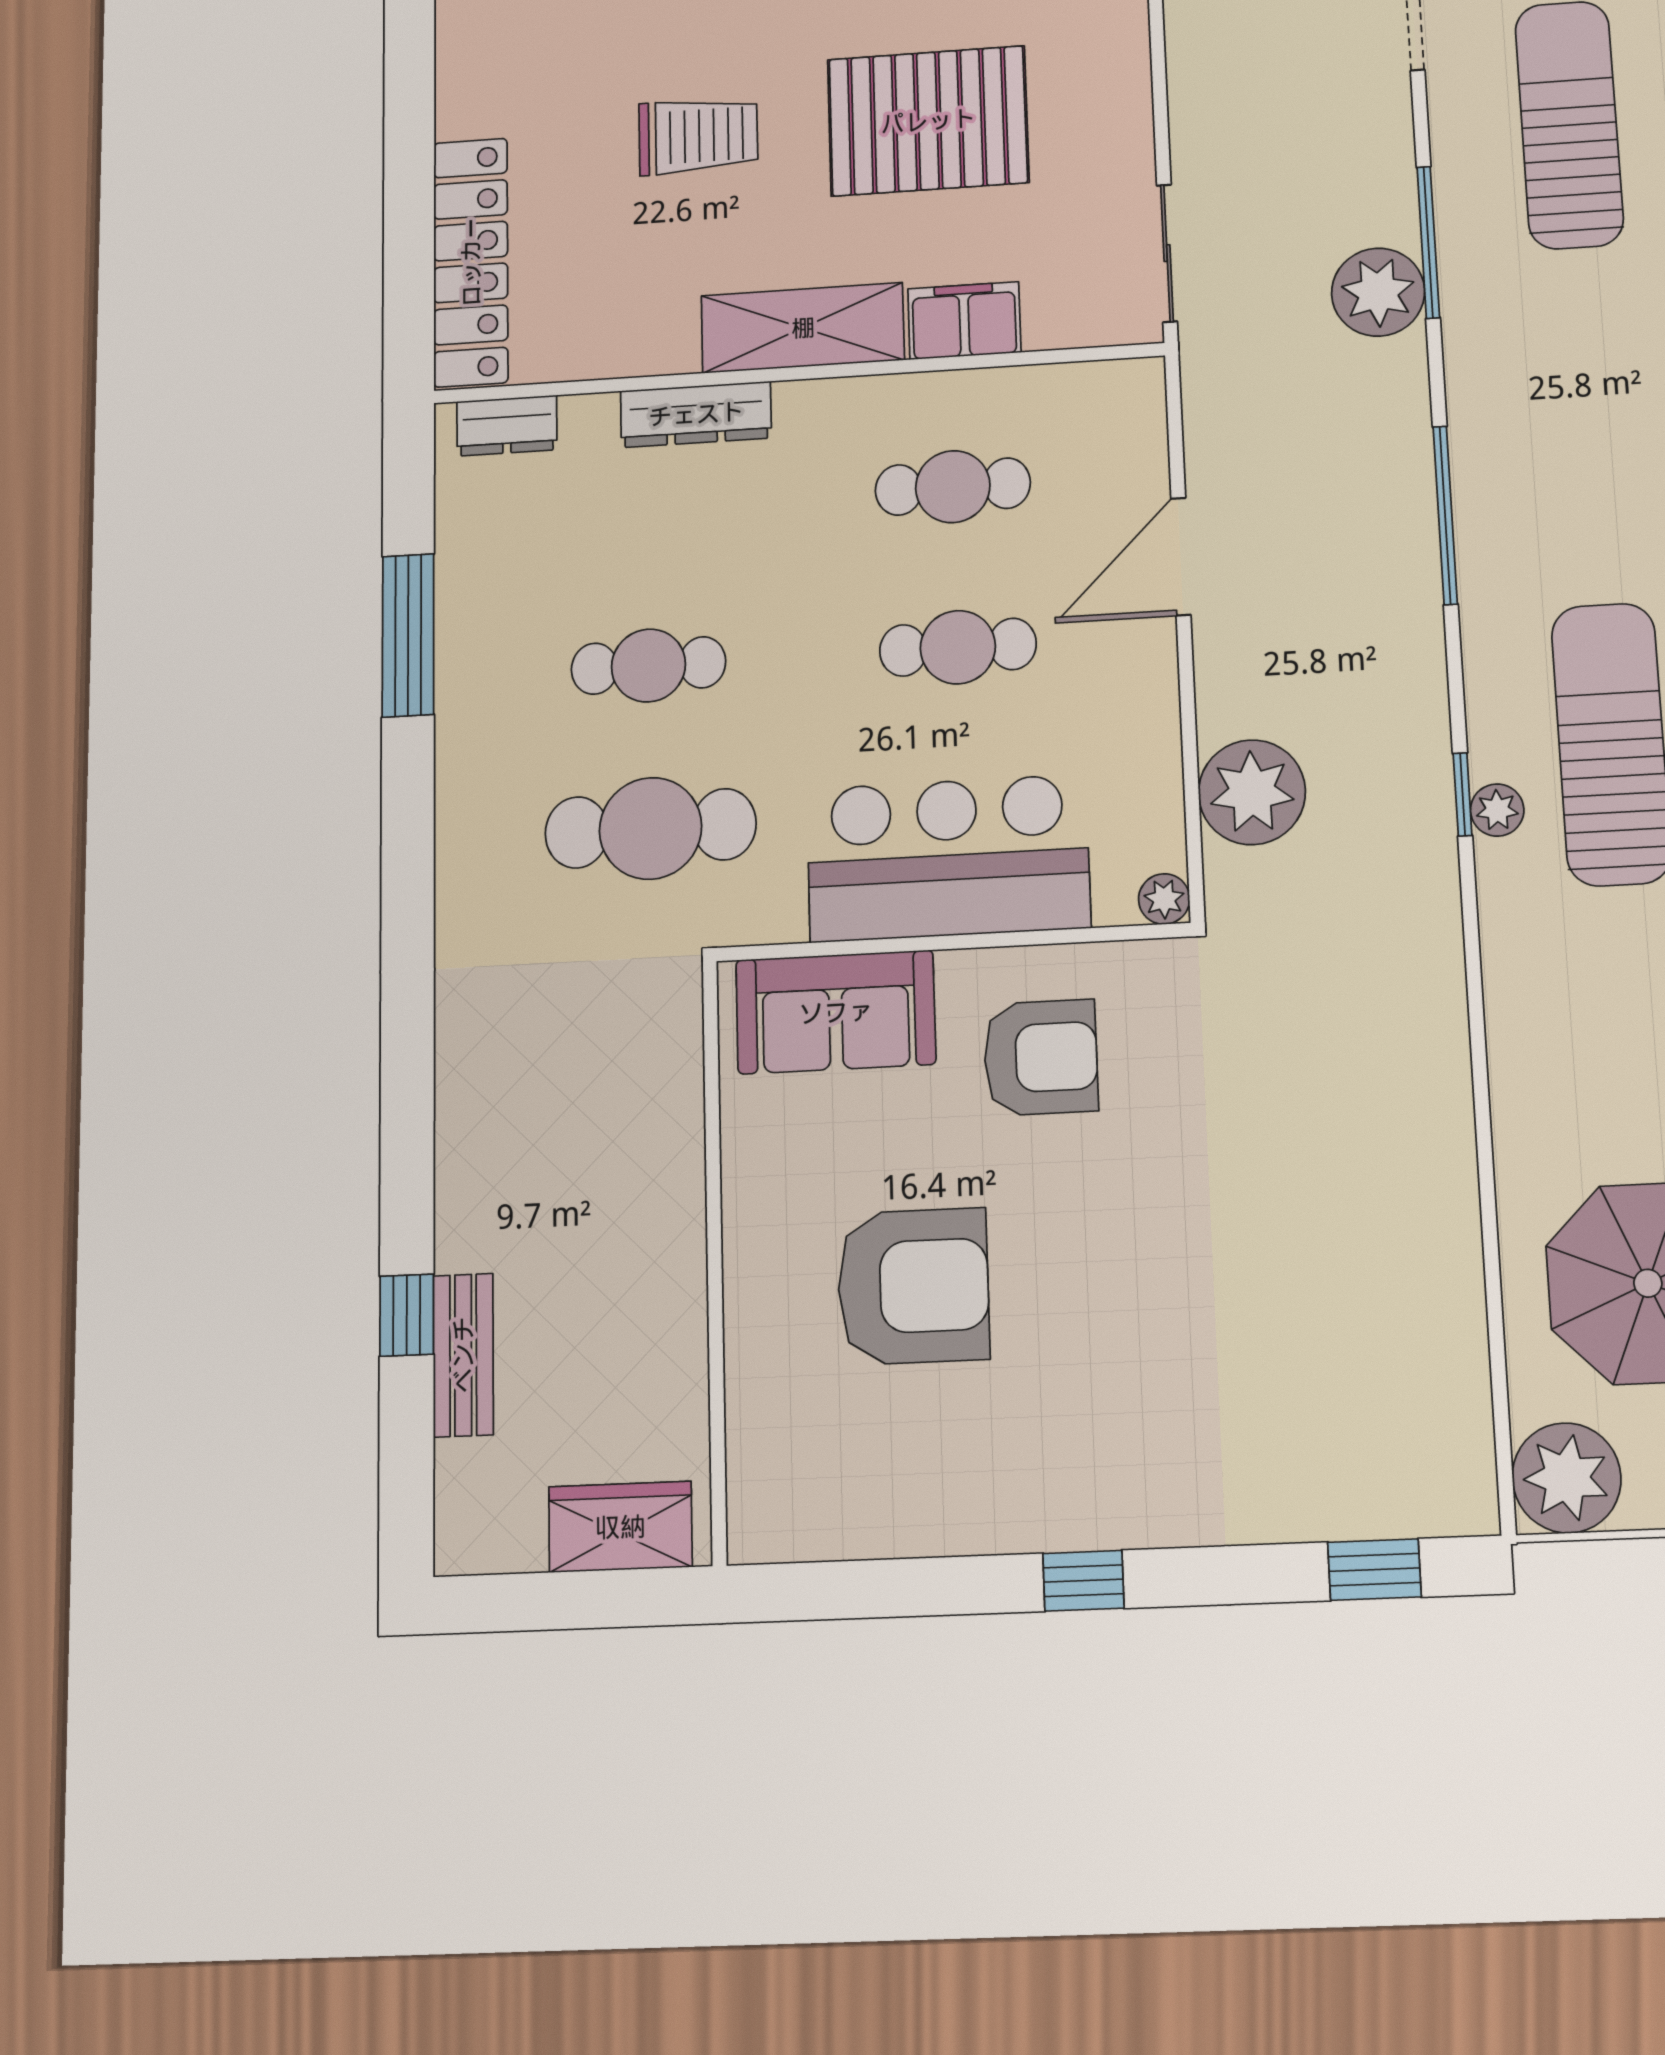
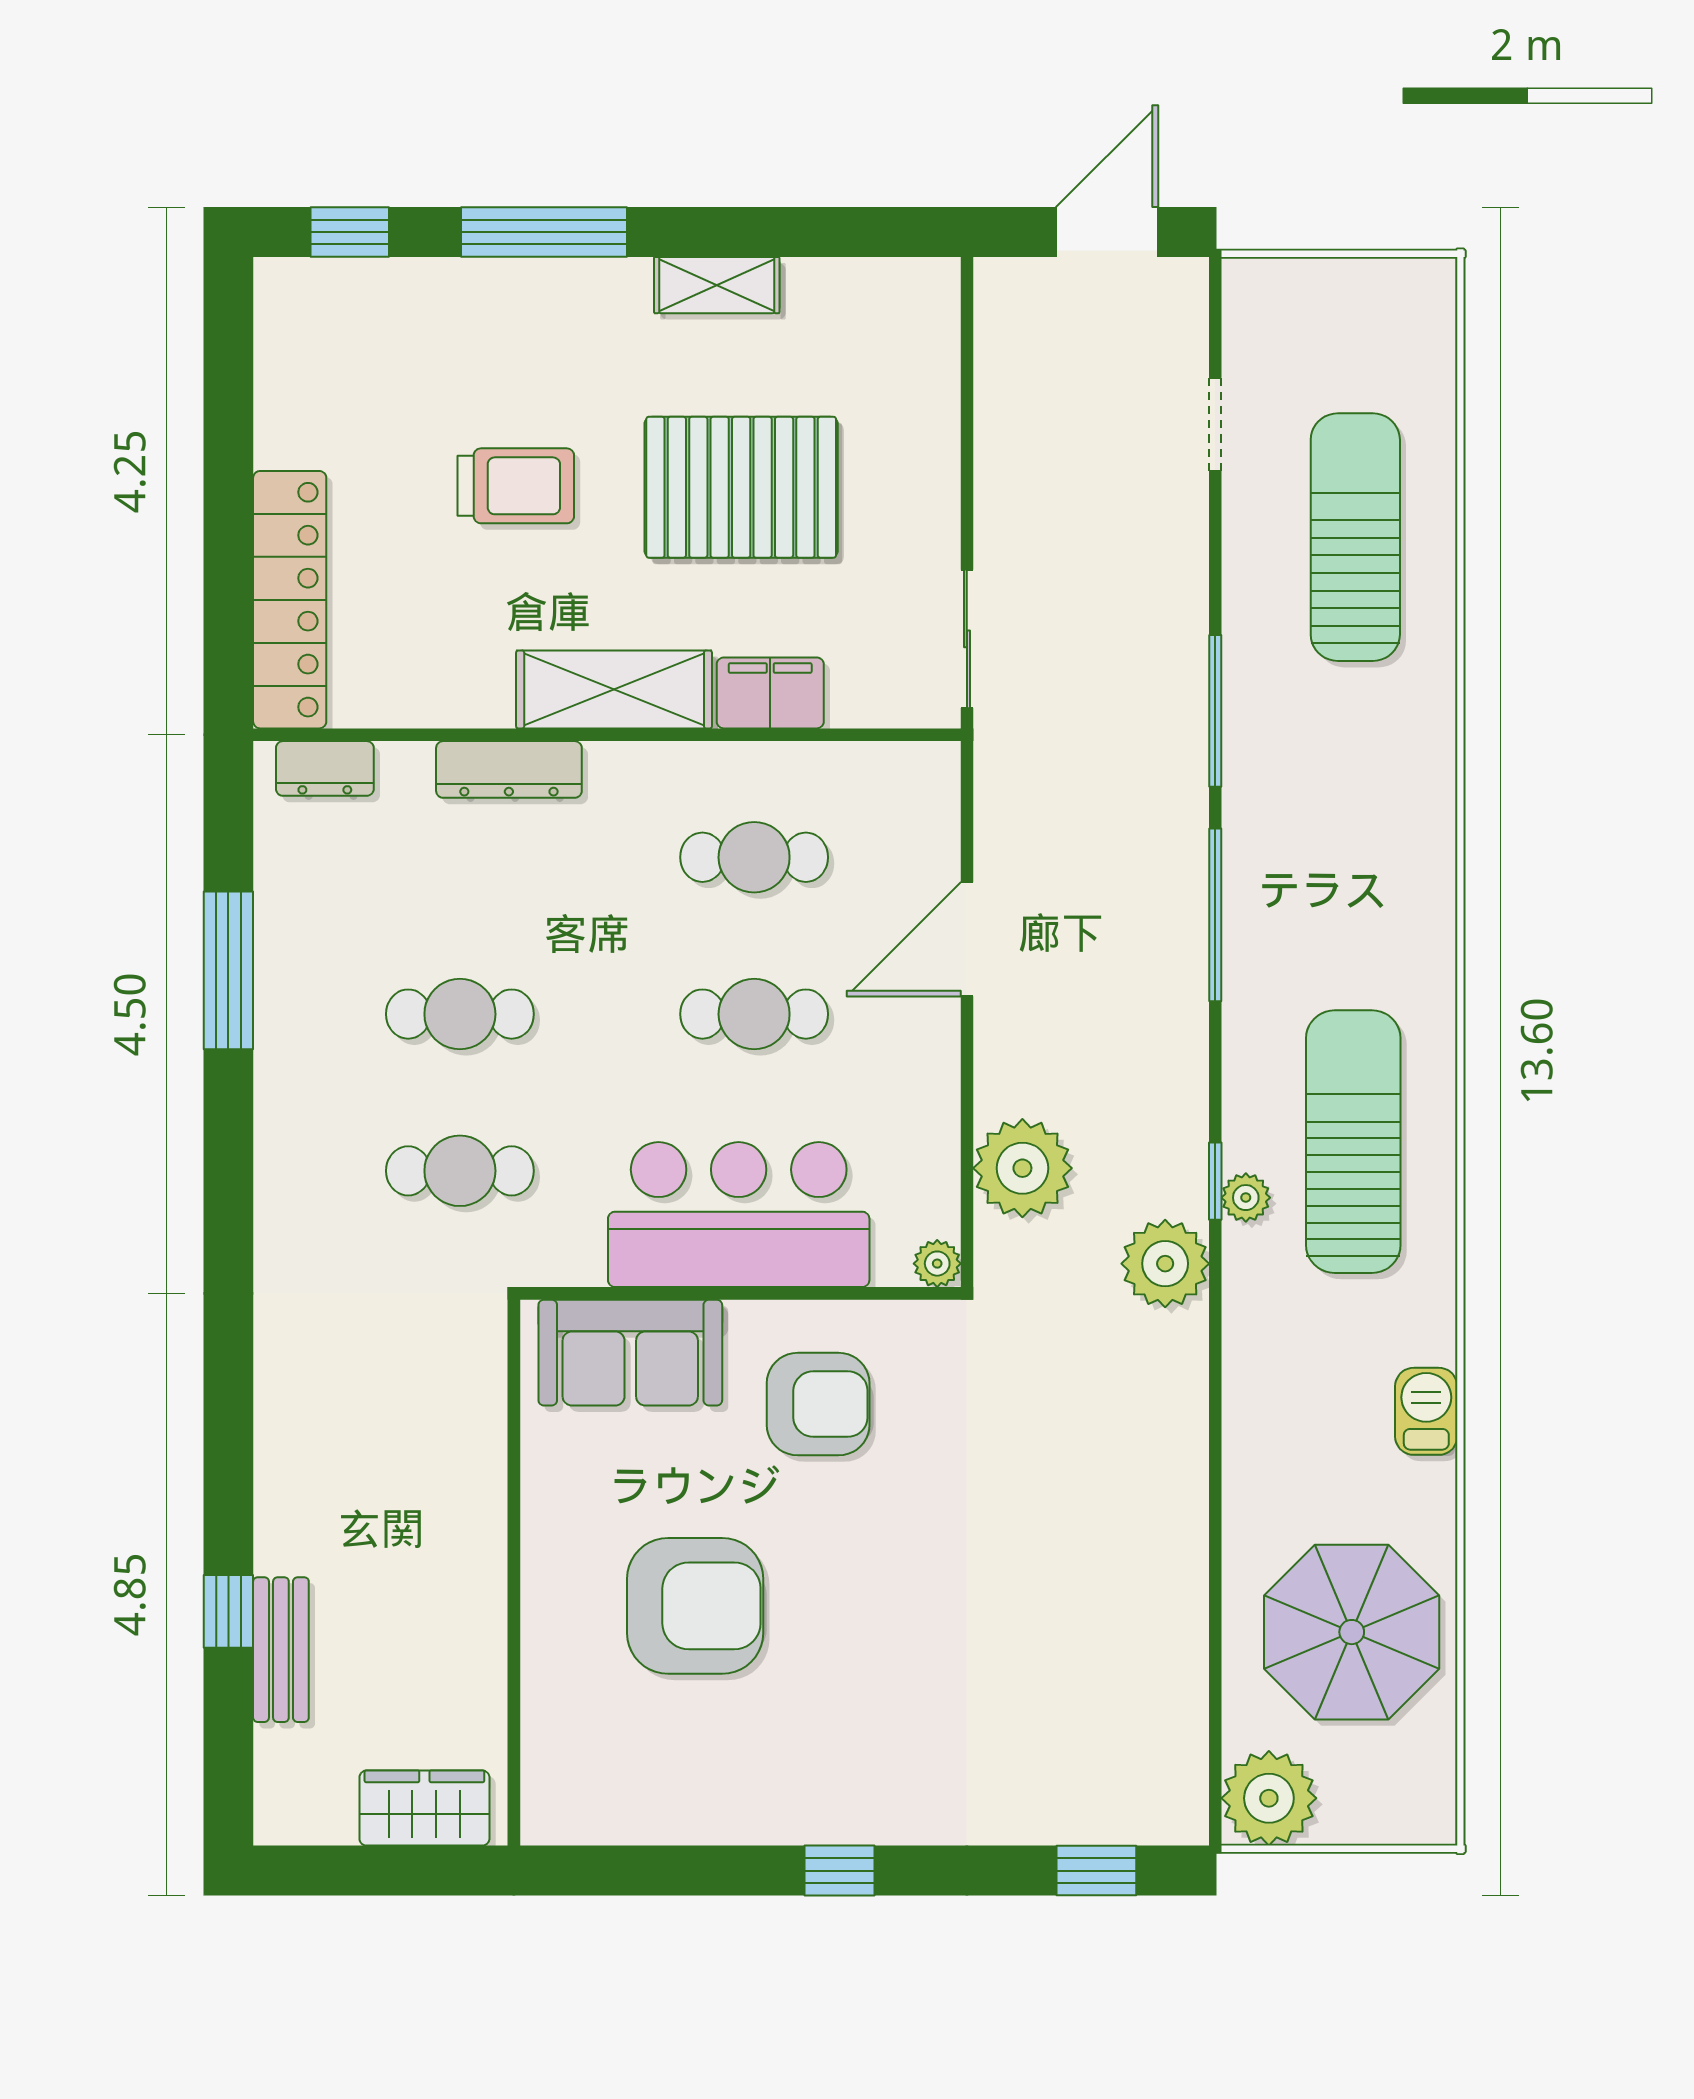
window: (1428, 242) -> (1215, 711), moved
plant: (1378, 292) -> (1165, 1264), moved
cafe table: (651, 828) -> (460, 1171), width x0.73, depth x0.74

